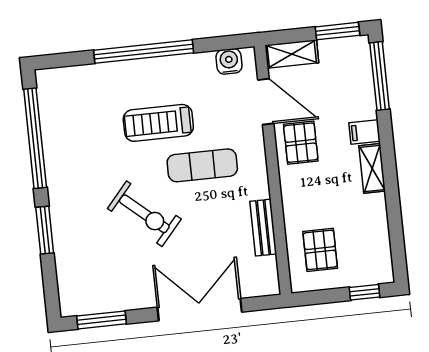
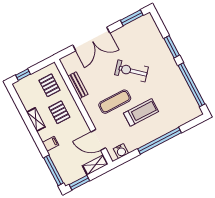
pallet: (301, 143) -> (59, 112), moved
shelving: (372, 168) -> (36, 120), moved

